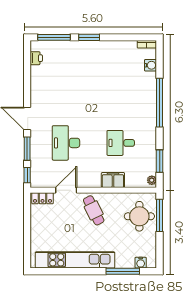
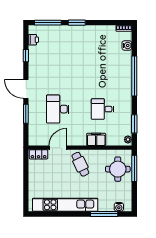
window: (27, 175) -> (26, 56), moved

